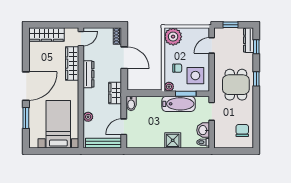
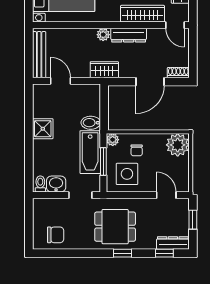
bidet: (131, 103) -> (91, 123), moved
plant: (88, 117) -> (103, 35), moved
shower: (173, 140) -> (43, 129), moved

